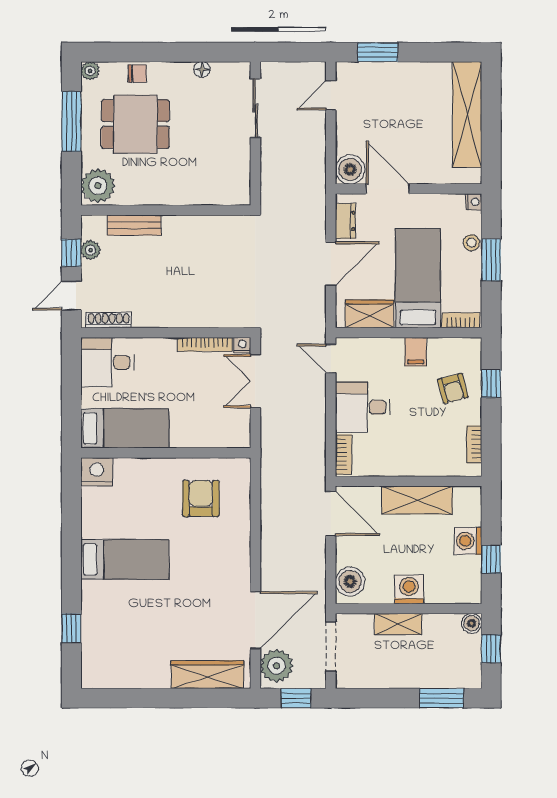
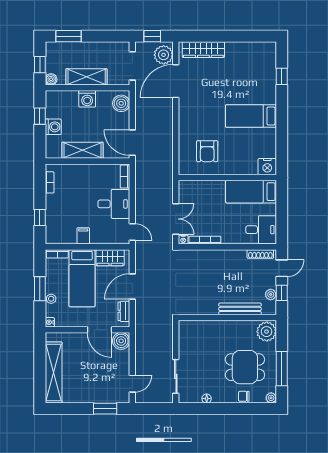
bench: (134, 225) -> (240, 309), width x1.36
armchair: (453, 388) -> (62, 215), removed
shelving: (398, 624) -> (87, 77), width x1.50, depth x1.33

